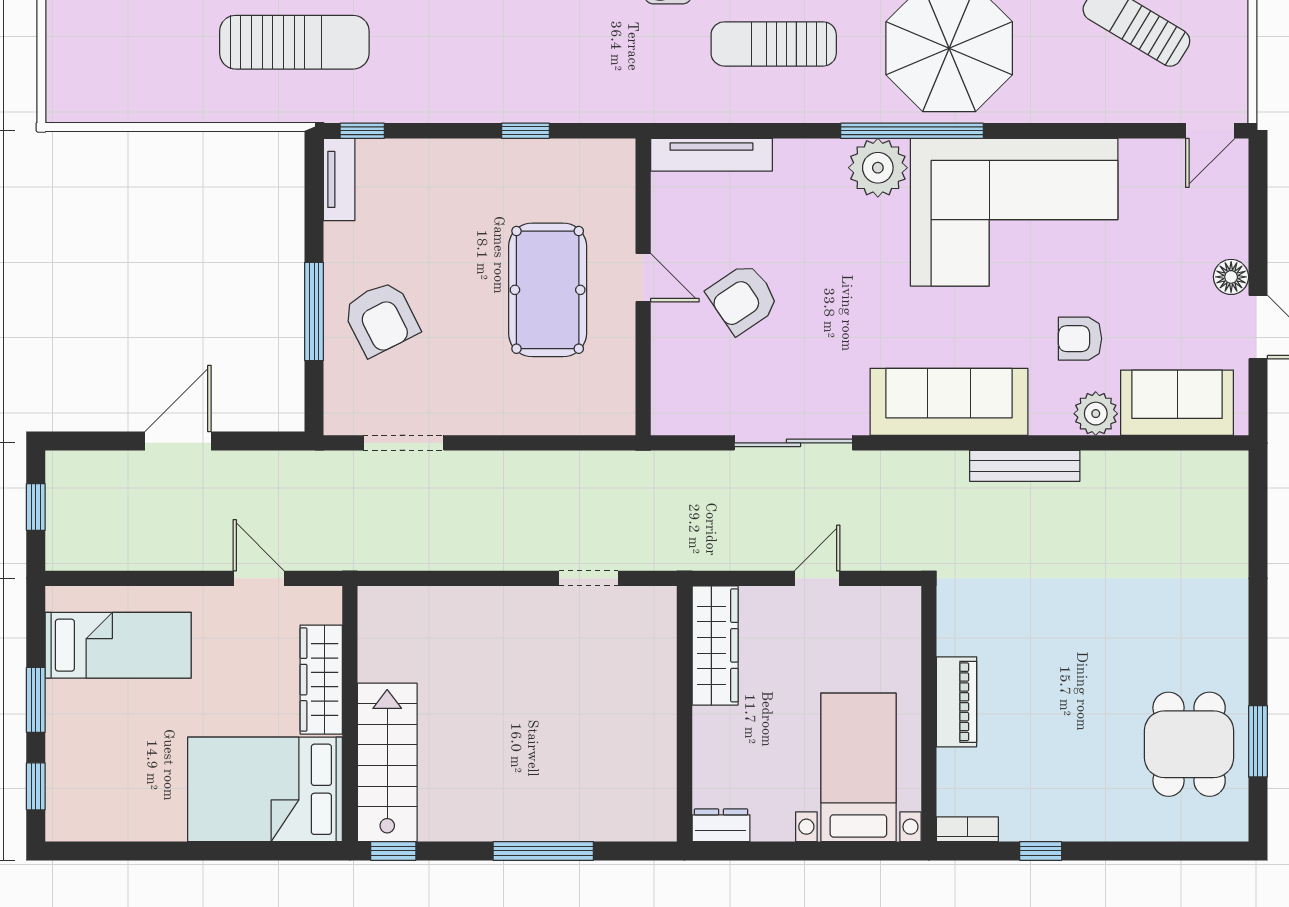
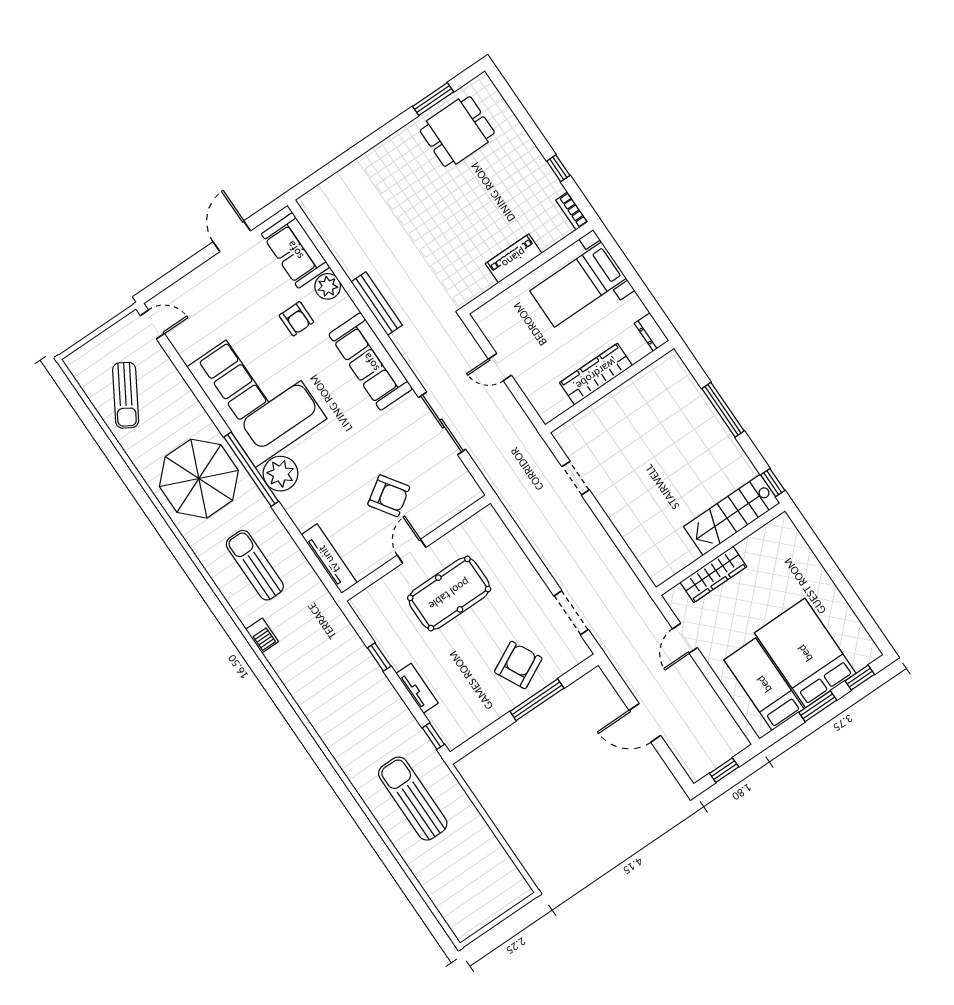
sun lounger: (774, 44) -> (255, 565), turned 180
tv unit: (339, 179) -> (417, 688), moved, turned 90
floor lamp: (1231, 277) -> (216, 266), removed
wardrobe: (715, 645) -> (596, 374), moved
bed: (265, 789) -> (805, 653), moved, turned 180

